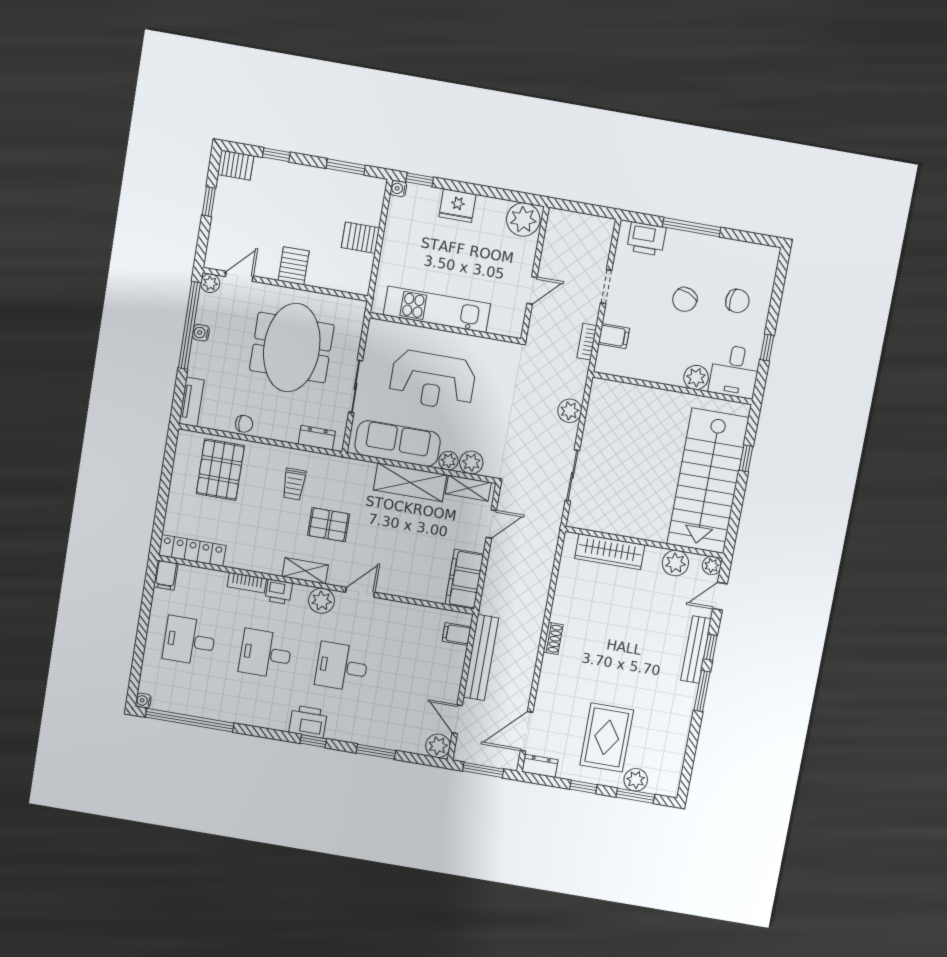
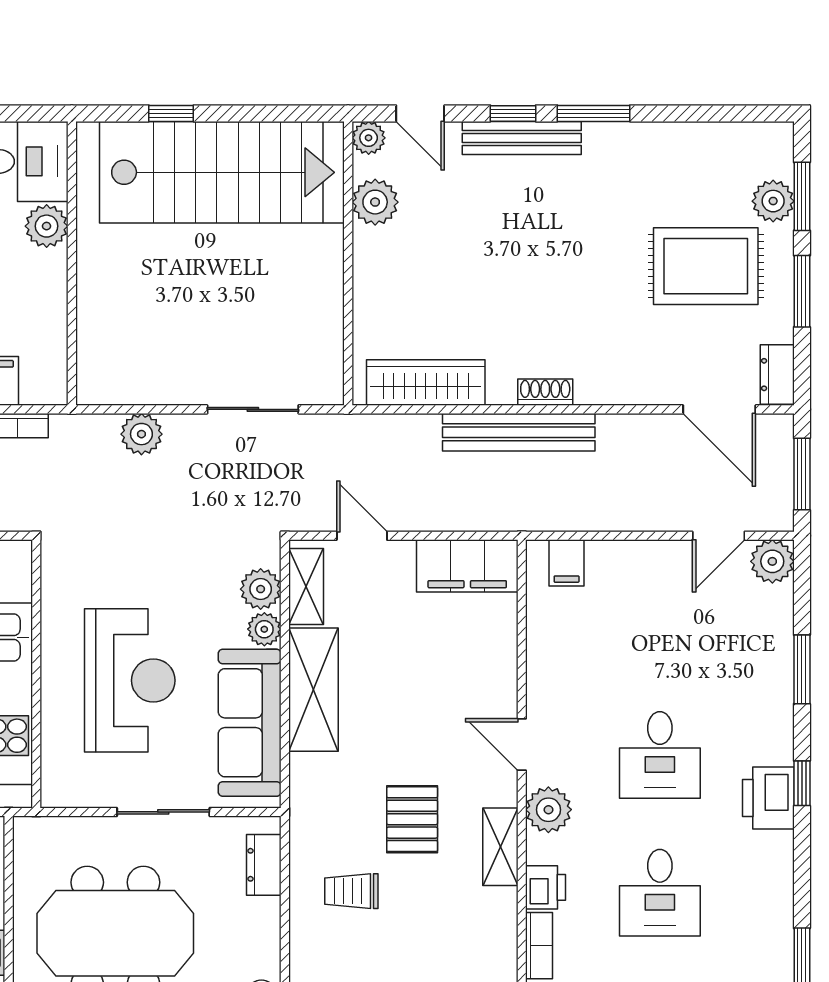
trolley: (294, 484) -> (351, 891), turned 180
wardrobe: (610, 552) -> (426, 383), moved, turned -90
bench: (481, 658) -> (519, 432), moved
window: (583, 787) -> (802, 291), width x1.50

